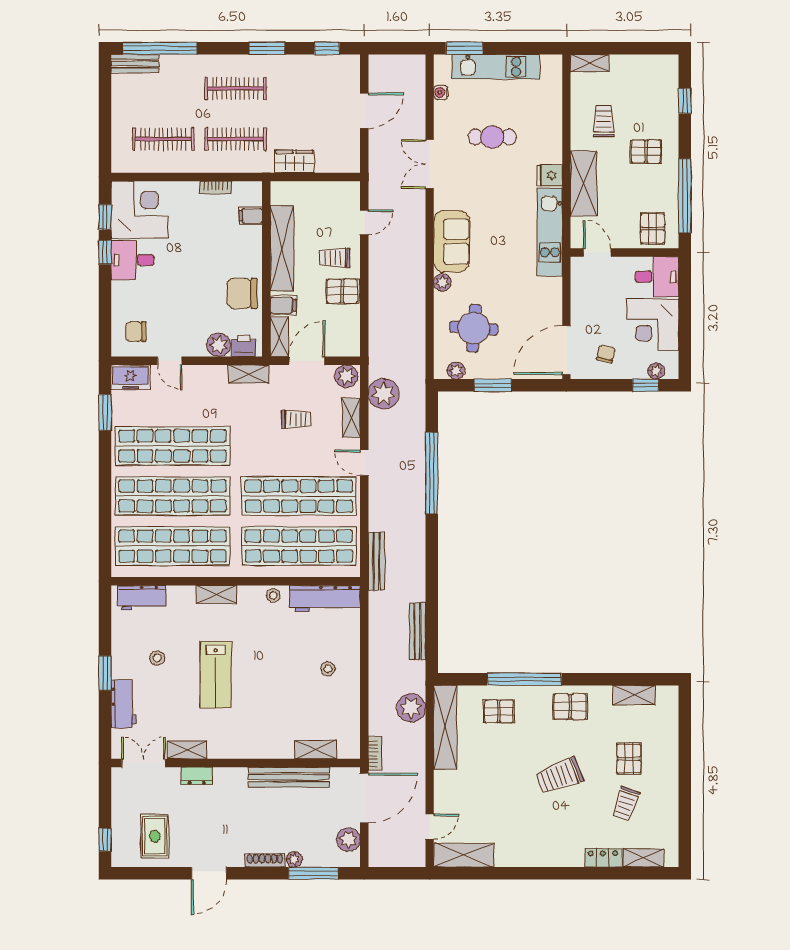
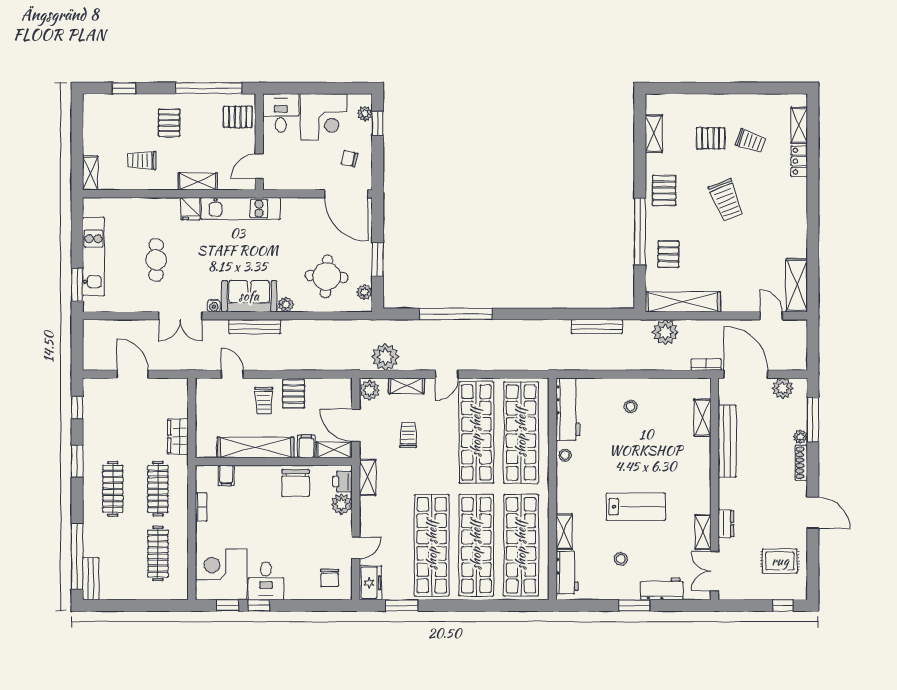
water cooler: (441, 92) -> (214, 306), moved
shelving: (584, 184) -> (198, 181), width x0.67, depth x0.75
bench: (376, 561) -> (255, 327), moved
shelving: (216, 594) -> (564, 532), moved

